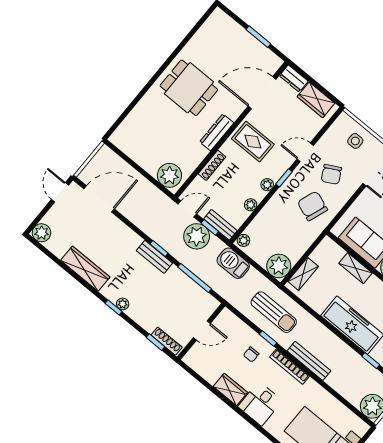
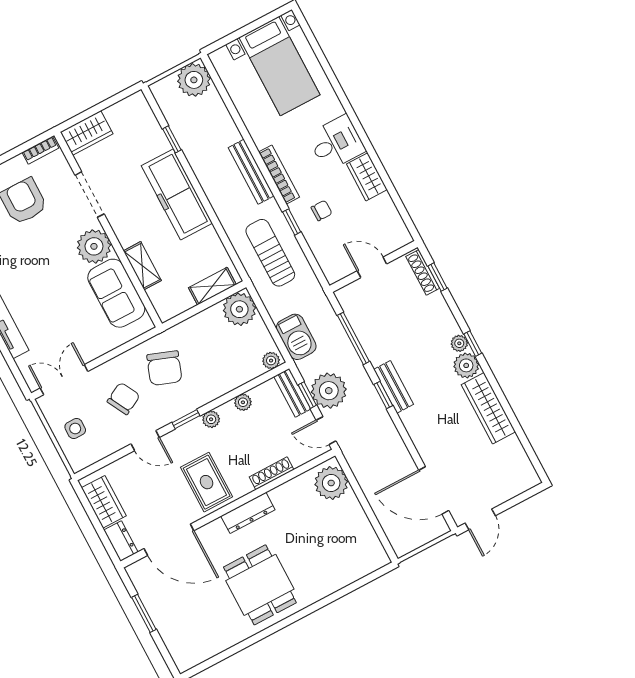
plant: (41, 233) -> (466, 365), moved

